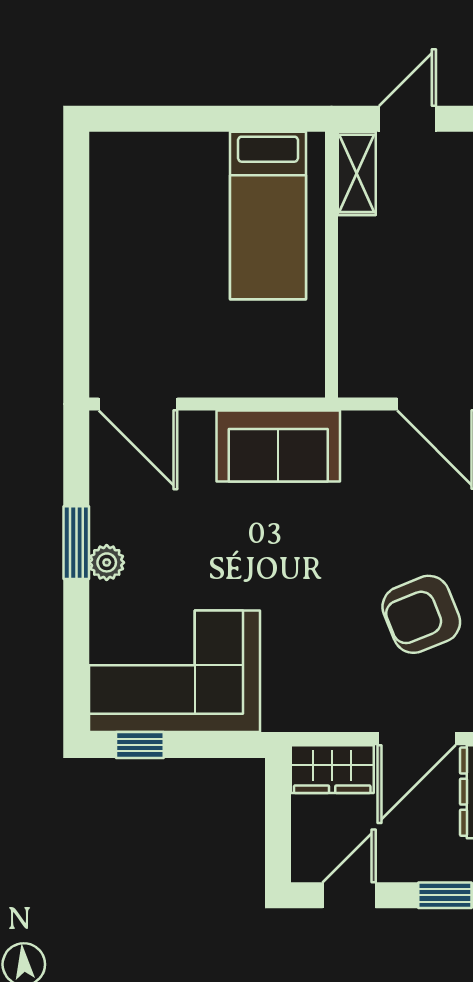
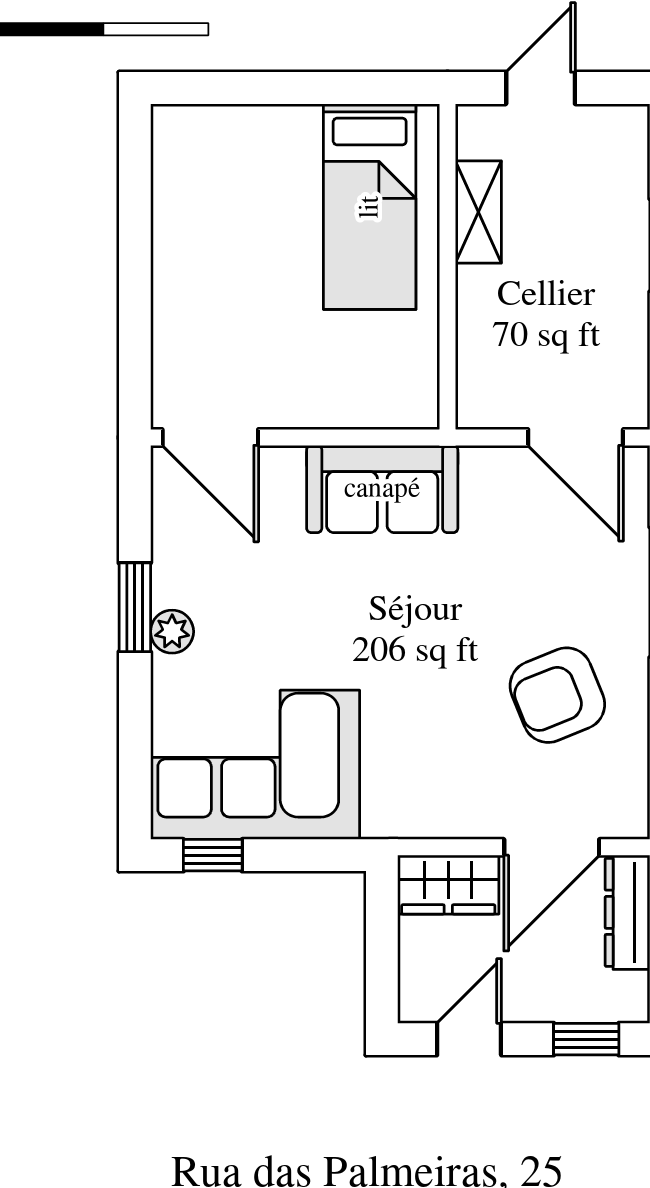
shelving: (357, 173) -> (478, 212), moved

